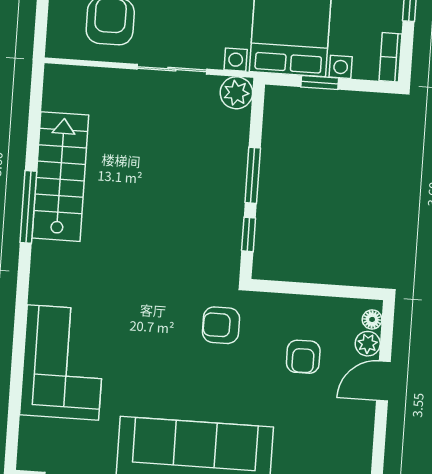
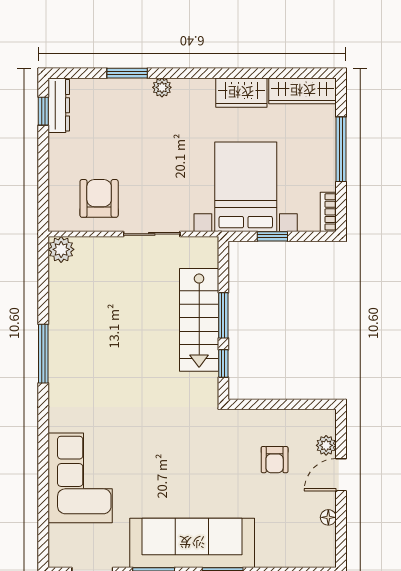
plant: (236, 93) -> (61, 249), moved
stairs: (60, 177) -> (199, 320), moved, turned 180
floor lamp: (372, 319) -> (328, 517), moved
armchair: (221, 325) -> (206, 439), removed

